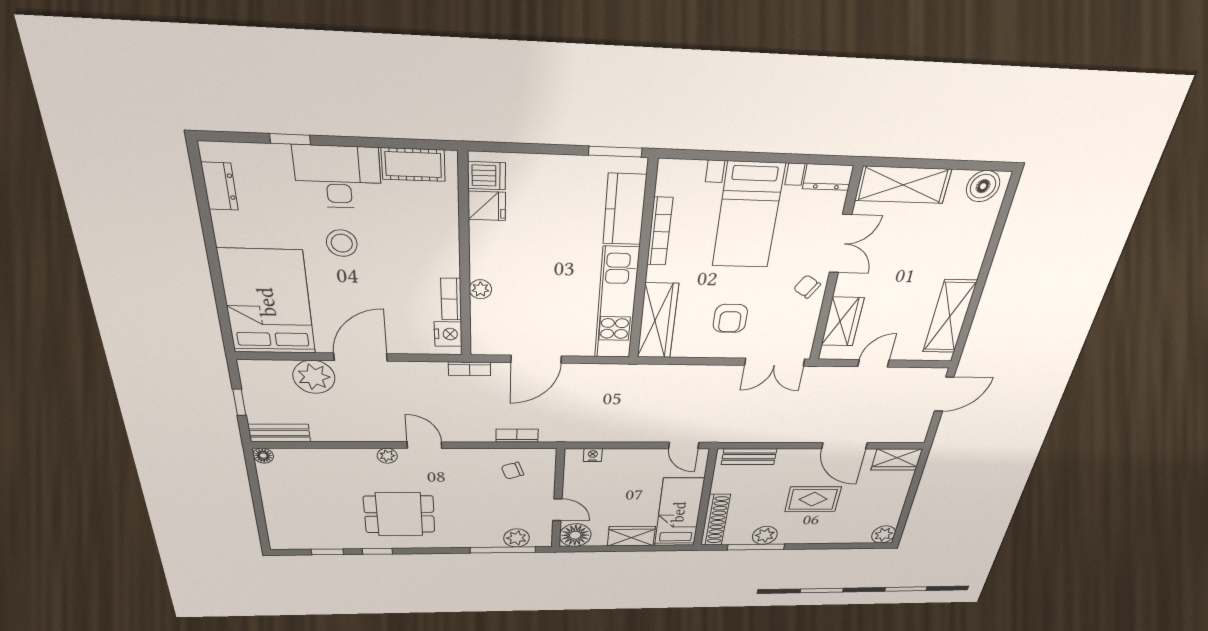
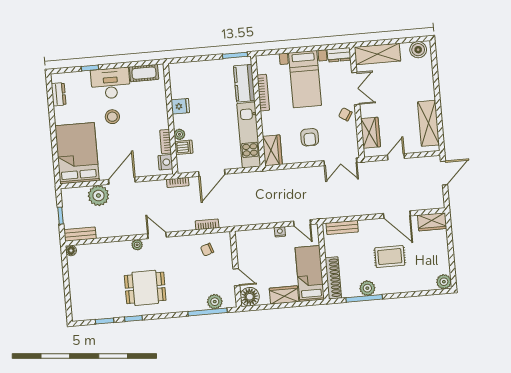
dishwasher: (487, 176) -> (184, 147), moved
fridge: (487, 206) -> (180, 106), moved
wardrobe: (658, 321) -> (272, 150), width x0.67
nightstand: (593, 455) -> (280, 232), moved

